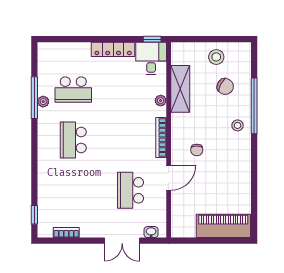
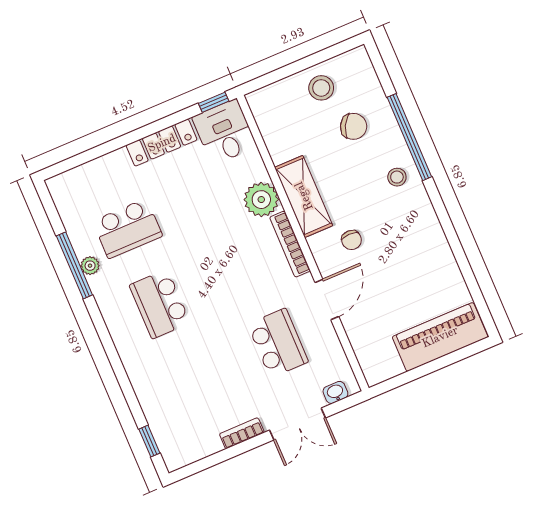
shelving: (180, 89) -> (304, 196), moved
plant: (161, 101) -> (261, 200), width x1.87, depth x1.87
school desk: (131, 190) -> (278, 343), turned 180
bookcase: (66, 233) -> (242, 433), moved

